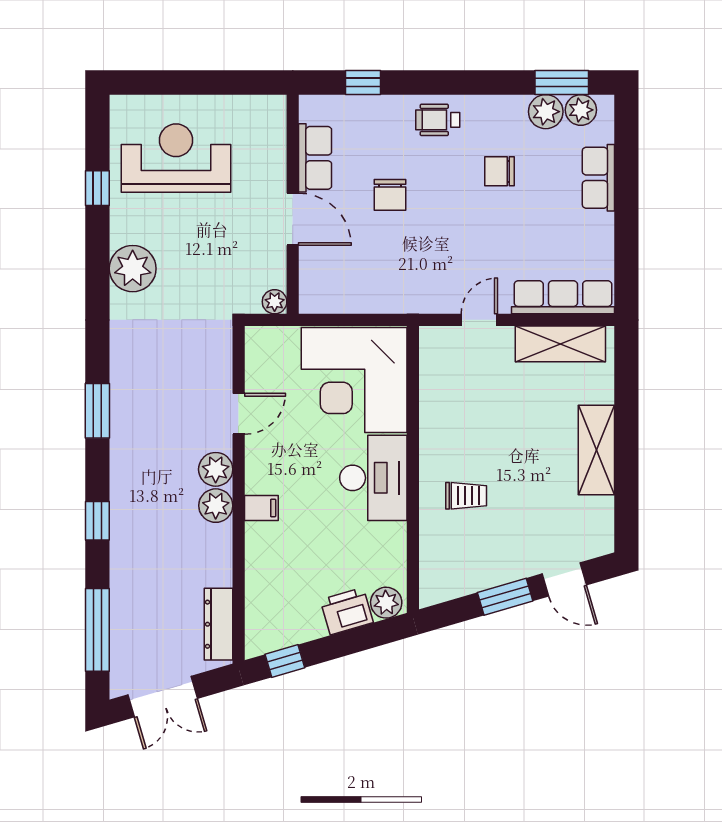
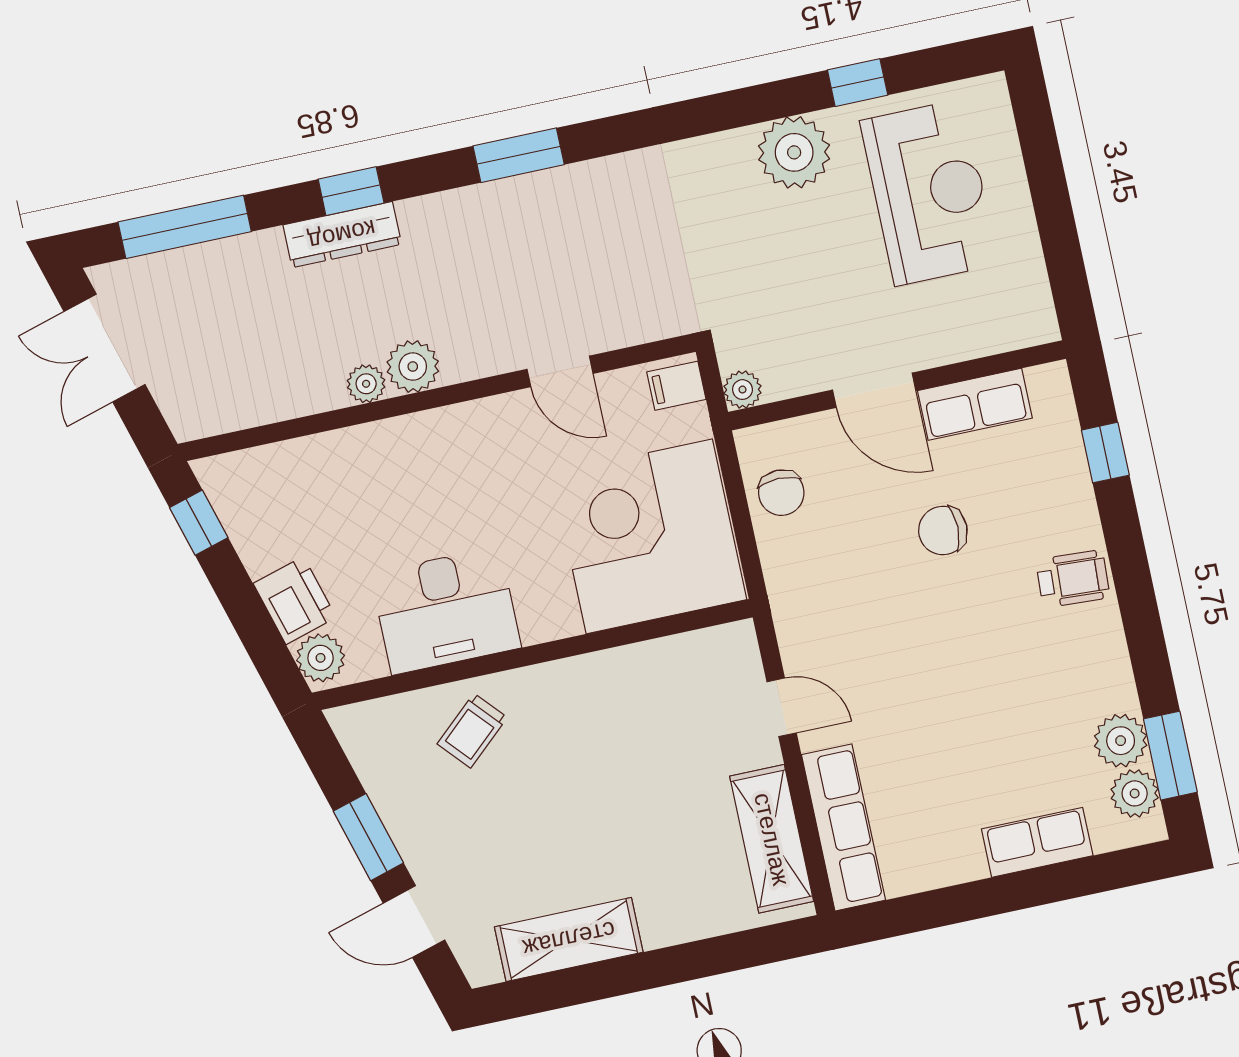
wheelchair: (438, 120) -> (1073, 579), turned 93
chair: (500, 171) -> (781, 493), moved, turned 180
door: (293, 219) -> (874, 390), hinge flipped
plant: (133, 269) -> (794, 152), moved
shelving: (596, 450) -> (569, 939), moved
plant: (216, 469) -> (366, 384), moved, width x0.73, depth x0.73
desk: (373, 478) -> (446, 611), moved
trolley: (466, 496) -> (472, 731), moved, turned 48
filing cabinet: (261, 508) -> (676, 386), moved, turned 90
door: (564, 579) -> (414, 922), hinge flipped
dresser: (219, 624) -> (342, 235), moved, turned 180

